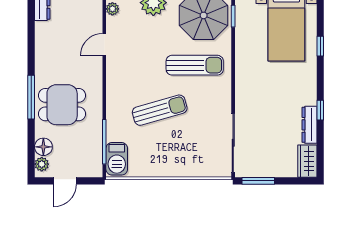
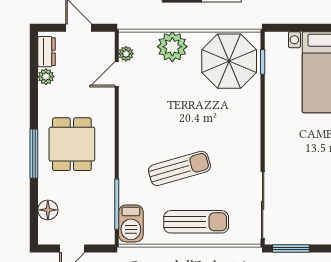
door: (104, 45) -> (117, 74), moved
sun lounger: (195, 65) -> (196, 222), moved
dining table: (62, 105) -> (72, 144), moved, turned 90
plant: (42, 164) -> (46, 77), moved

